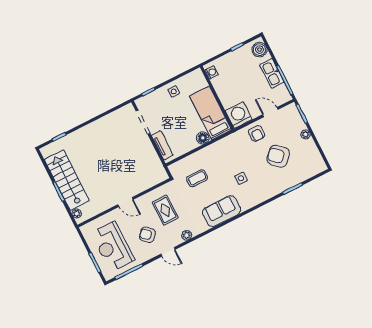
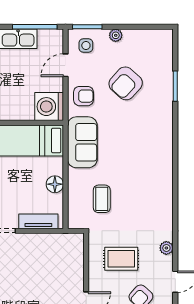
floor lamp: (203, 138) -> (55, 184), moved
side table: (241, 178) -> (86, 45), moved
sofa: (222, 211) -> (82, 142), moved, turned 180

